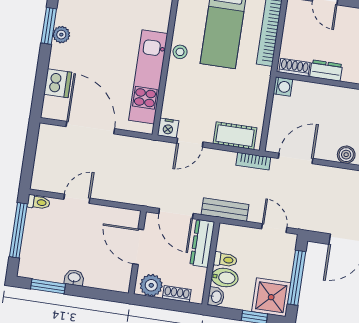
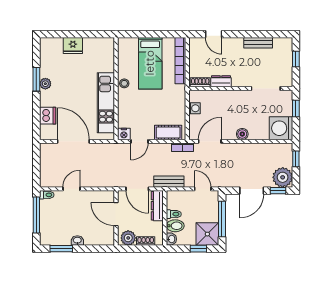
washing machine: (283, 87) -> (194, 108), moved

